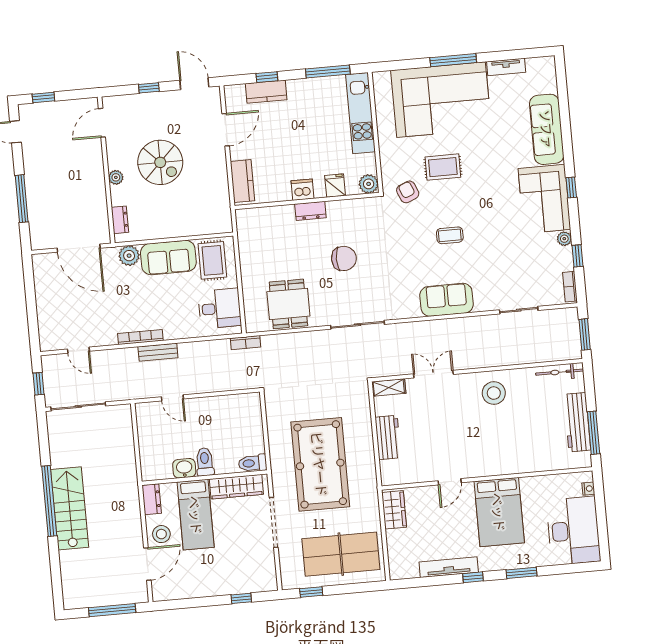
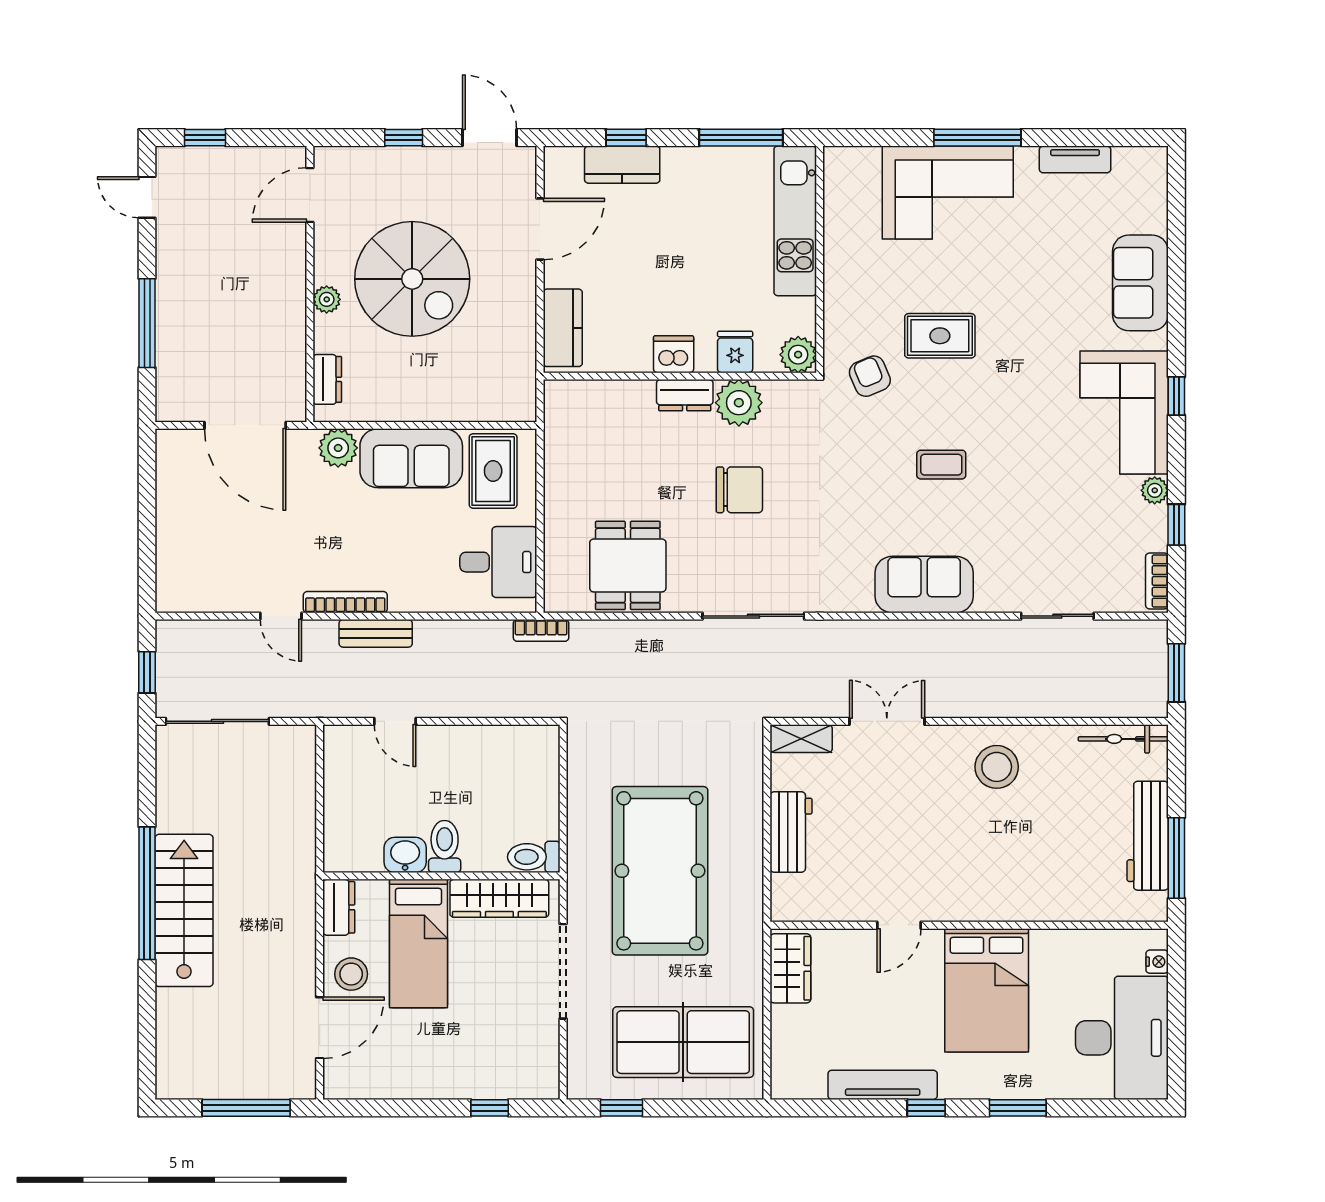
corner sofa: (441, 100) -> (948, 193), width x0.73, depth x0.74
sofa: (547, 129) -> (1140, 283), width x0.73
spiral stairs: (160, 162) -> (412, 279), width x1.37, depth x1.37
plant: (339, 212) -> (739, 403), added
door: (78, 350) -> (281, 616), moved

